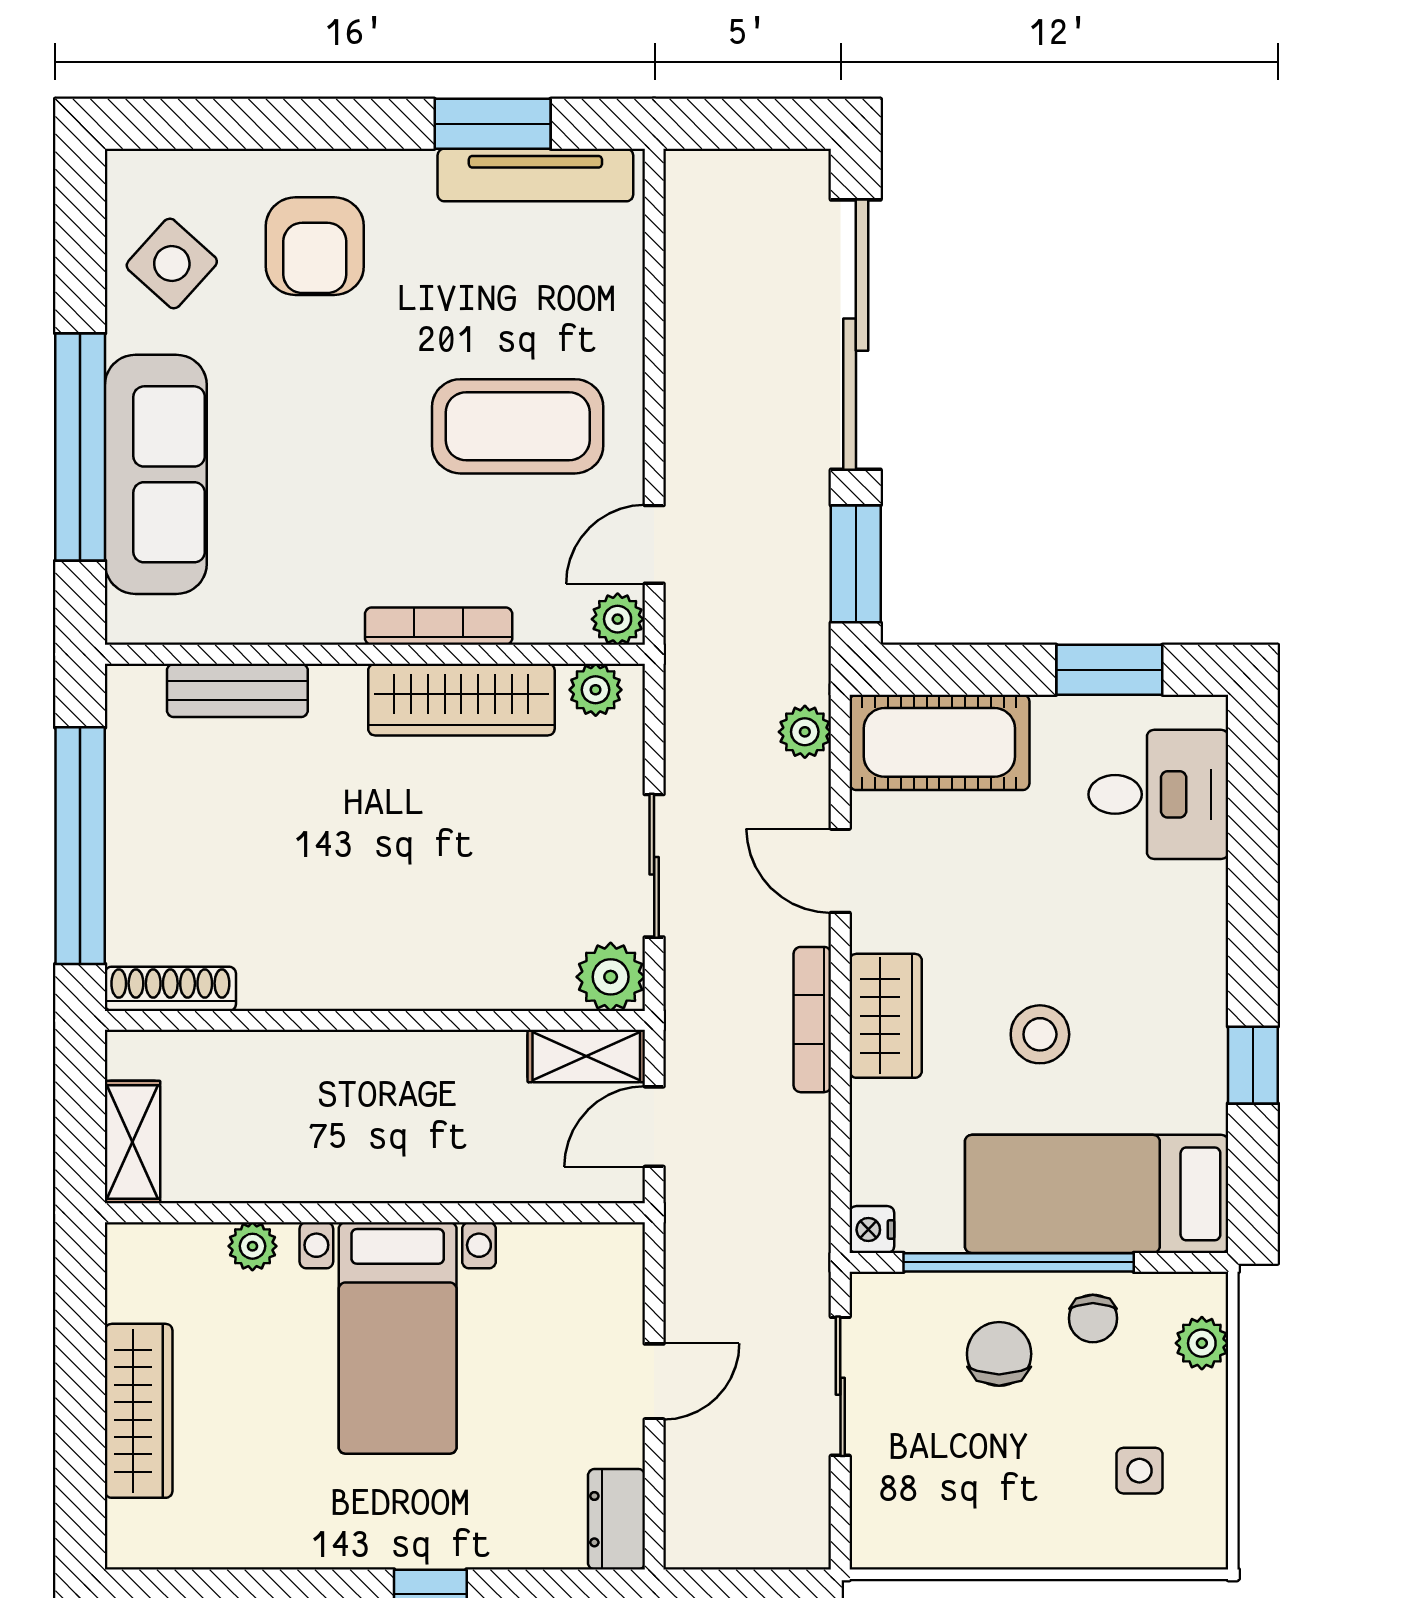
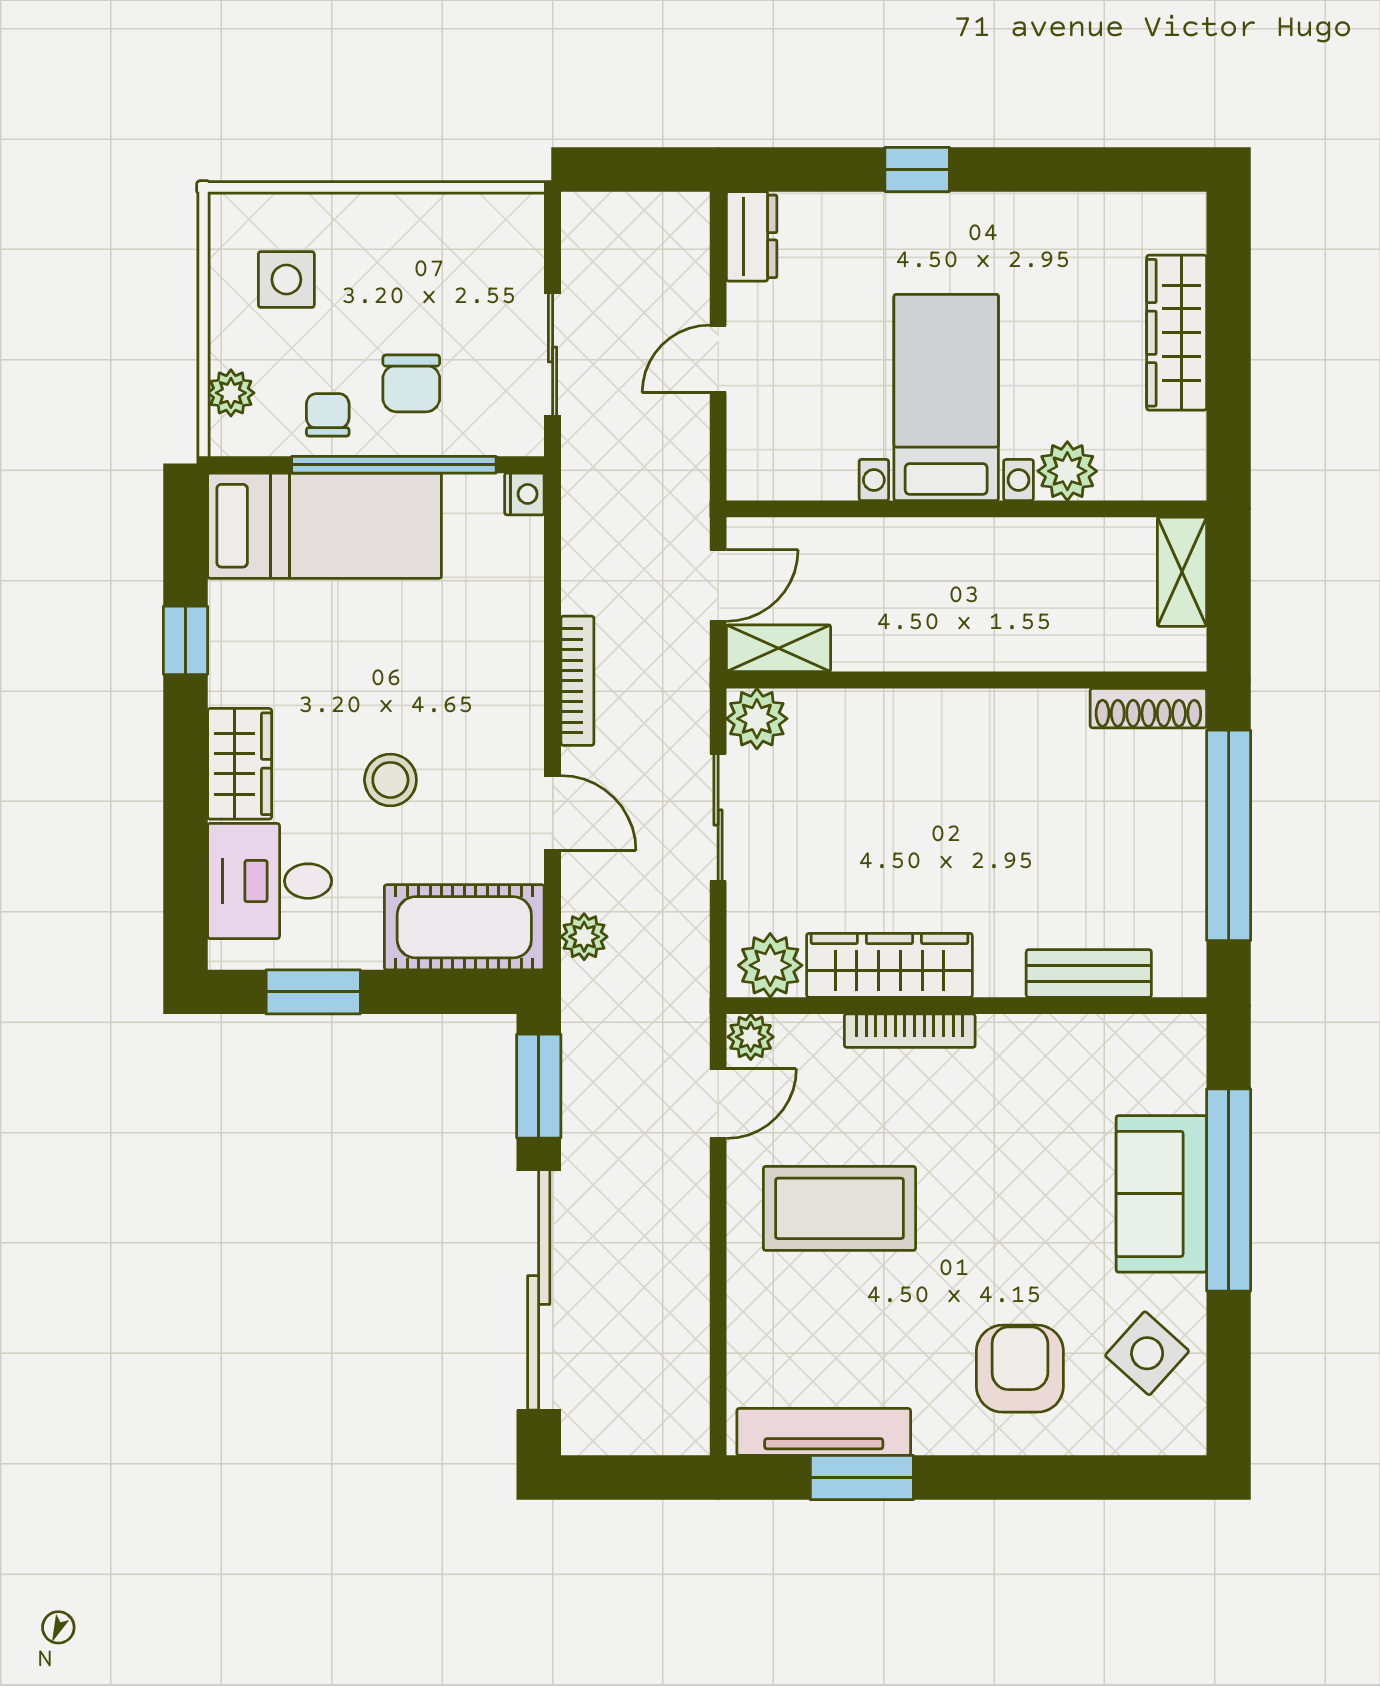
sofa: (156, 474) -> (1161, 1194), width x0.73
plant: (596, 690) -> (770, 965), width x1.38, depth x1.38
wardrobe: (886, 1016) -> (240, 764), moved, turned 180
stool: (1040, 1034) -> (390, 780), moved
plant: (252, 1246) -> (1067, 471), width x1.38, depth x1.38
side table: (1139, 1471) -> (286, 279), width x1.37, depth x1.37

